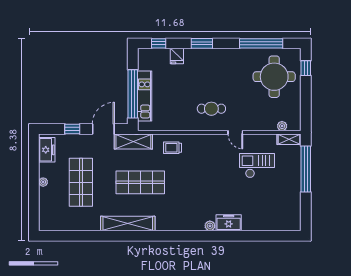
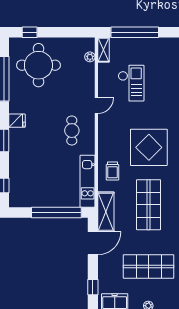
fridge: (177, 56) -> (17, 121), moved
kitchen unit: (145, 96) -> (88, 181), moved, turned -90
window: (72, 129) -> (93, 287), moved
door: (103, 129) -> (93, 243), swing flipped
checkout: (257, 166) -> (131, 83), turned 180
display table: (195, 183) -> (149, 147), added

